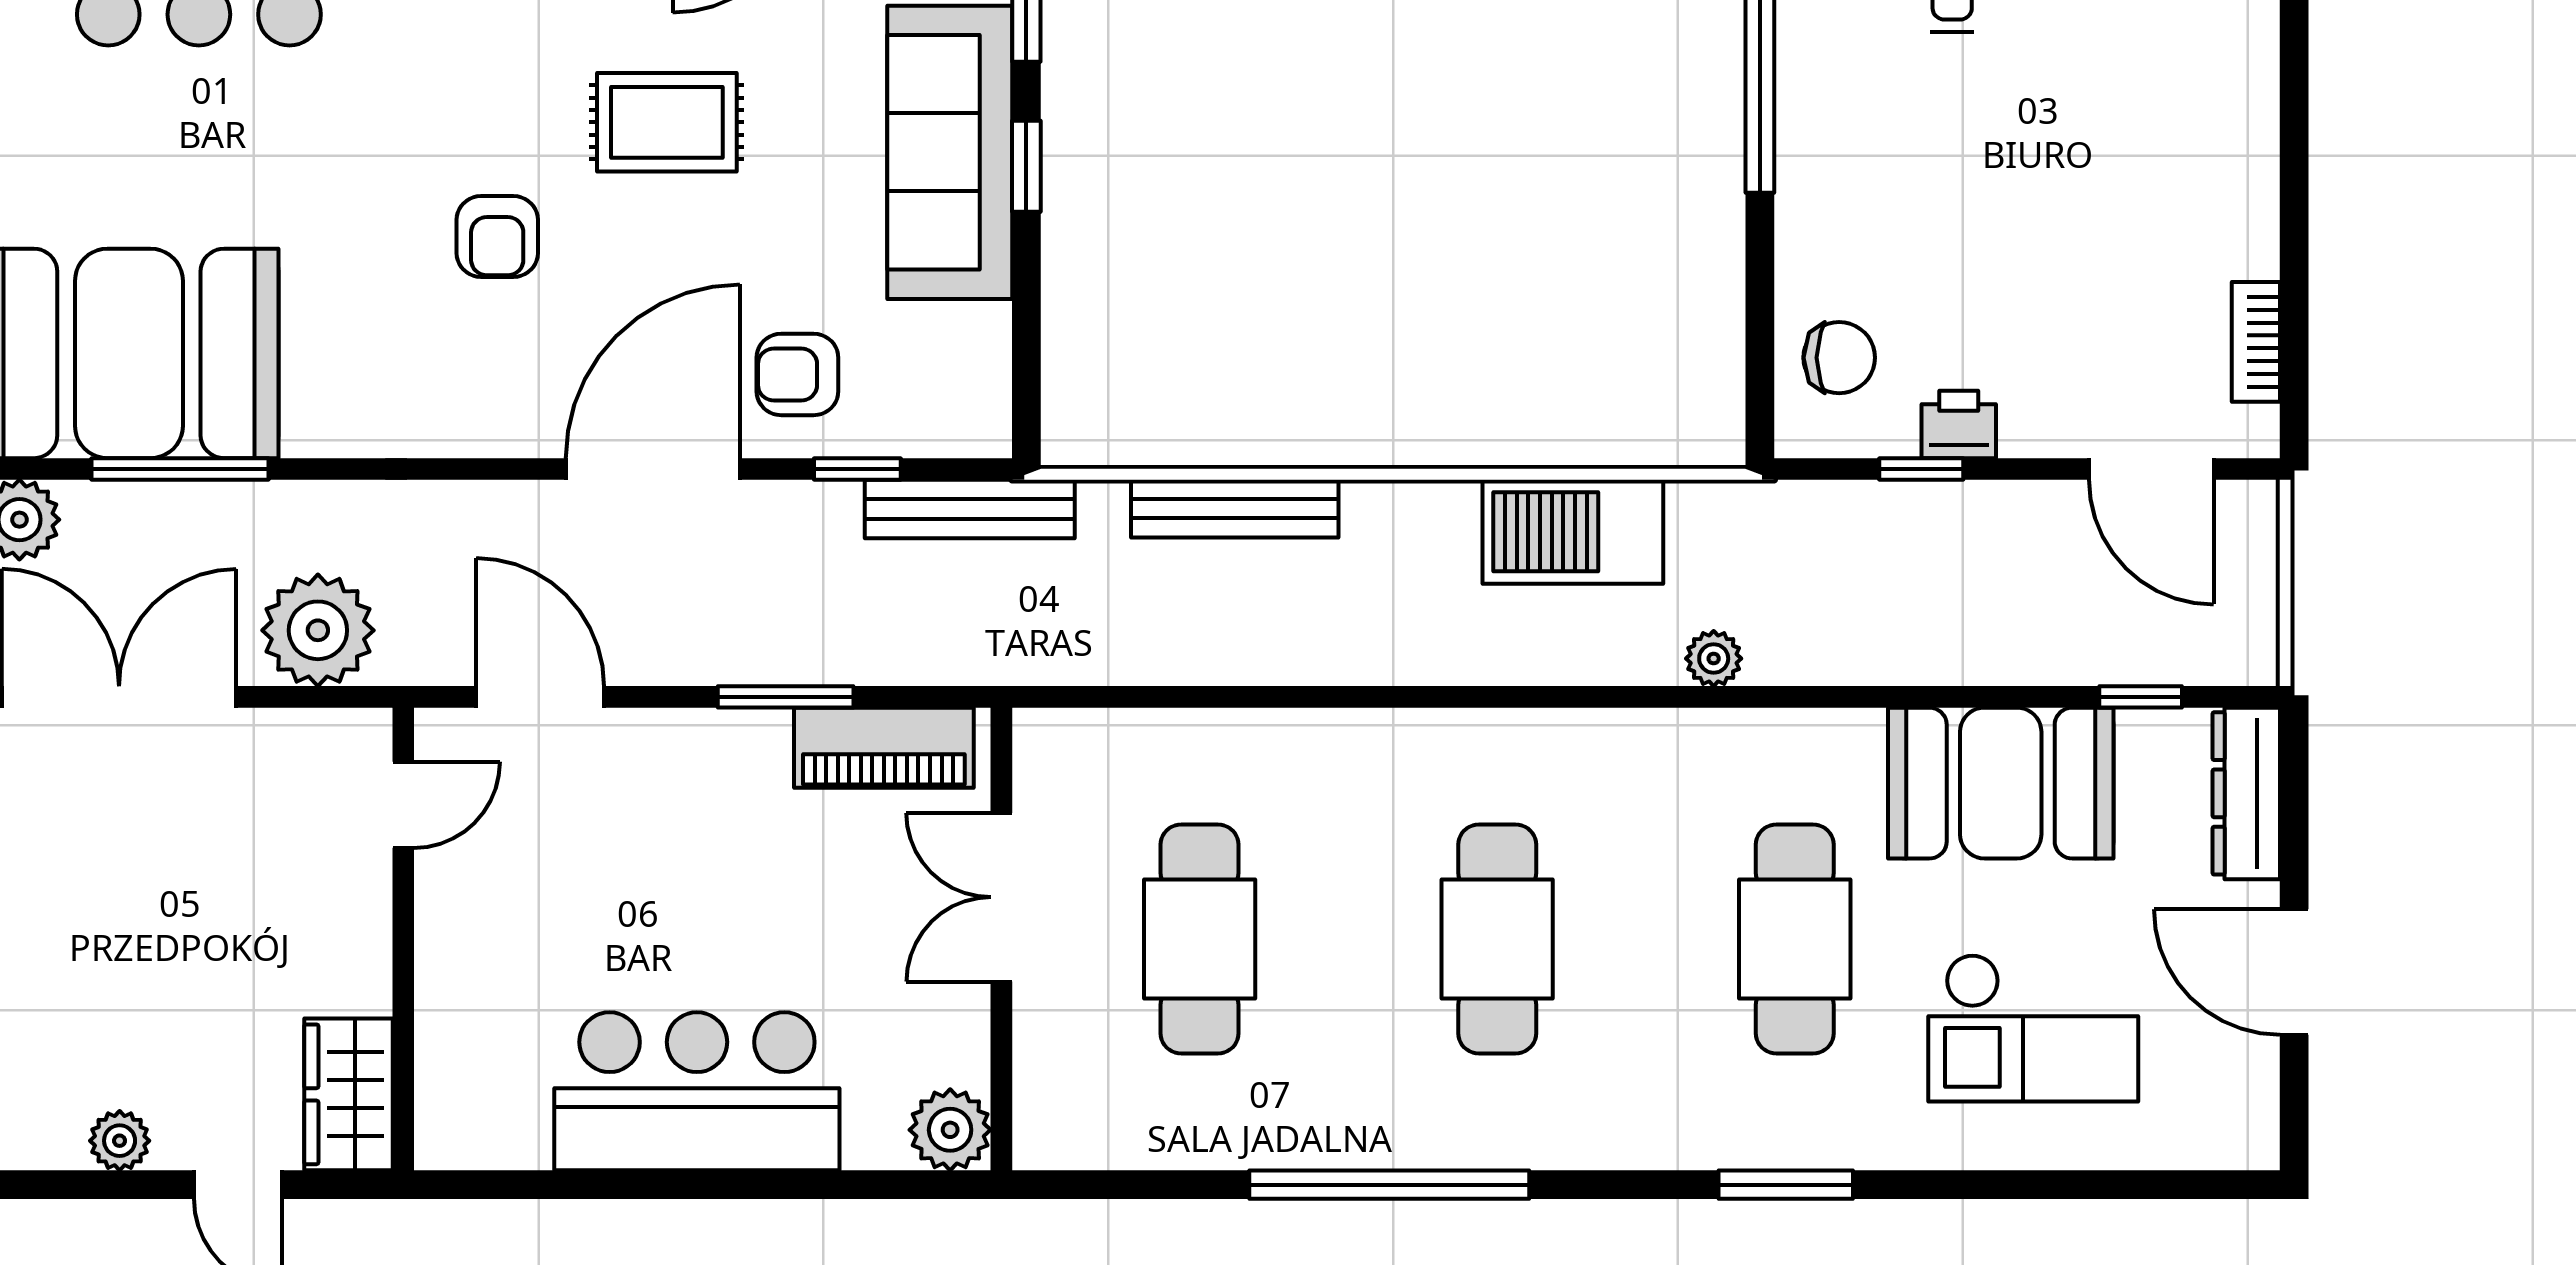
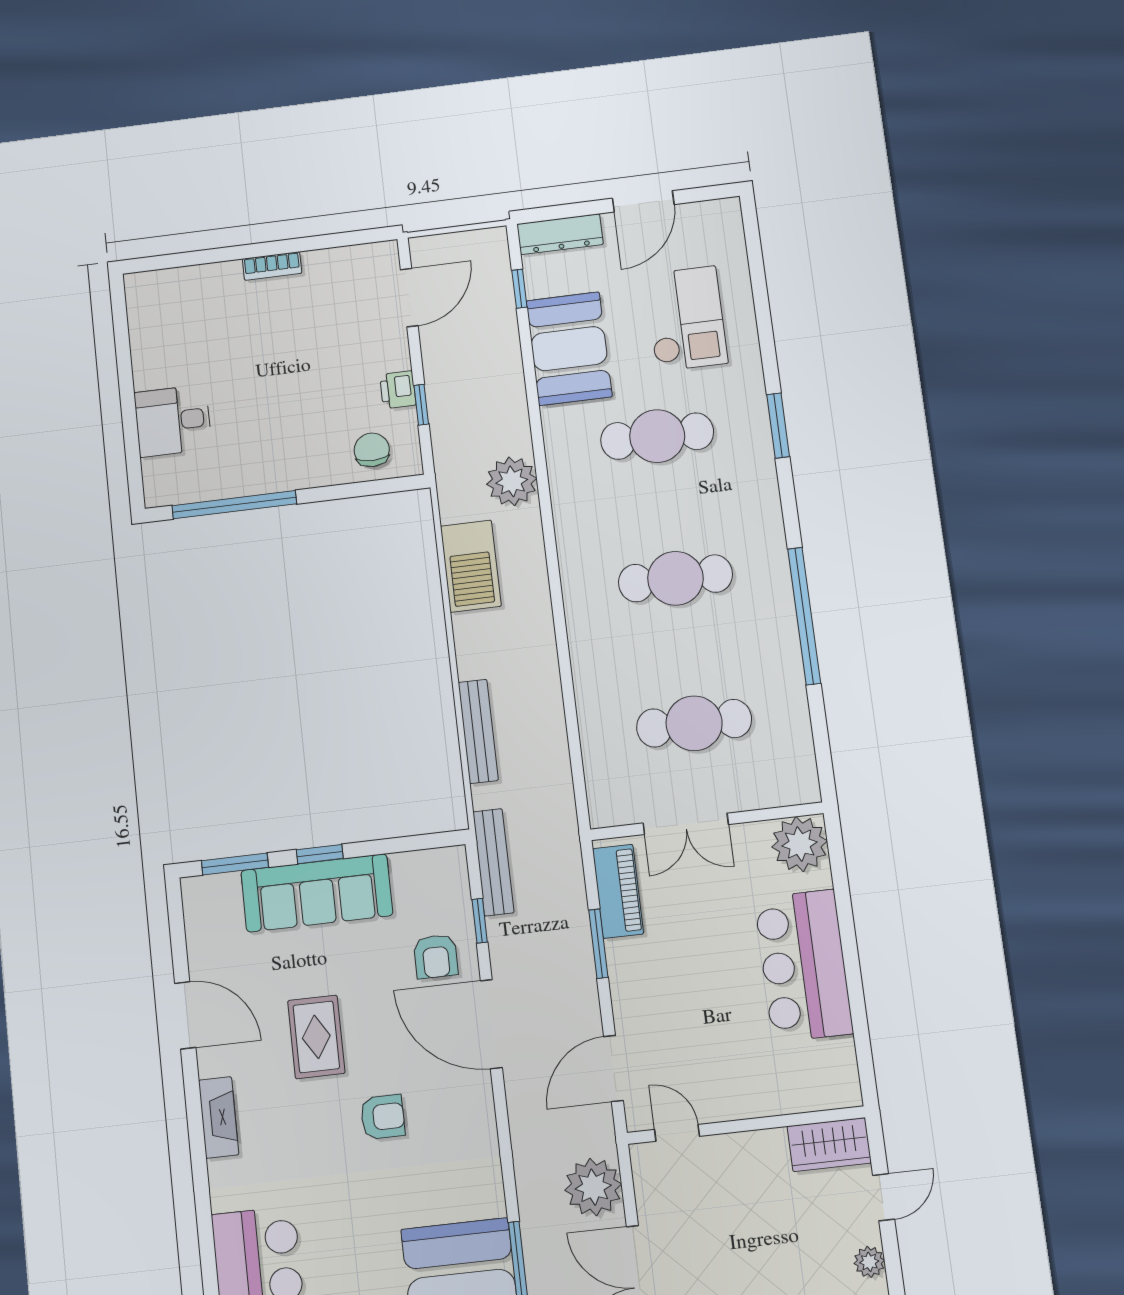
bookcase: (2256, 342) -> (272, 266), moved
plant: (1714, 659) -> (512, 481), width x1.88, depth x1.88
plant: (950, 1130) -> (800, 844), width x1.36, depth x1.36

